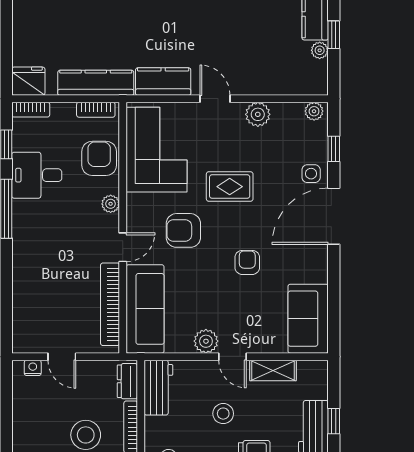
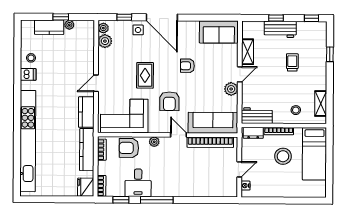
plant: (258, 114) -> (105, 41), moved
stool: (223, 414) -> (271, 80), removed

